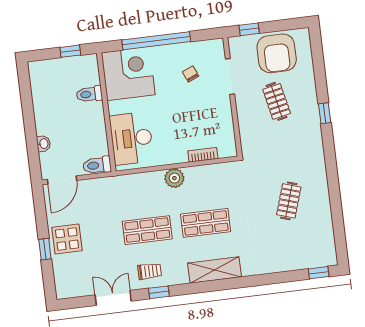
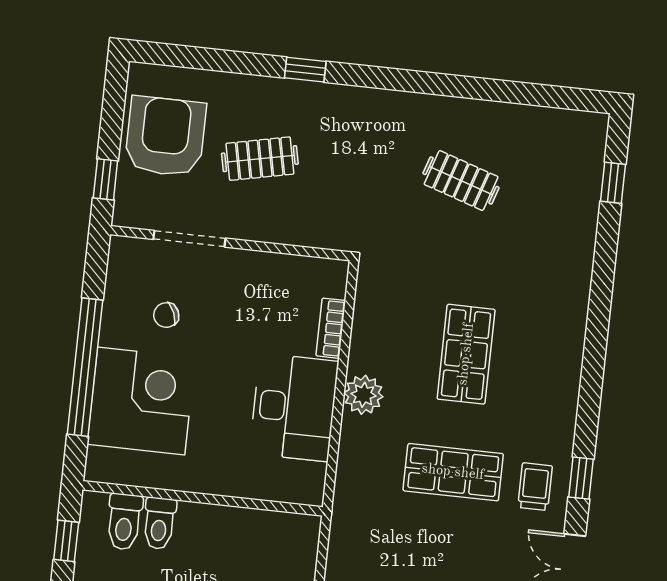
armchair: (277, 53) -> (165, 136), turned -90
corner desk: (128, 74) -> (141, 401), moved, turned 90
desk: (131, 138) -> (294, 407), moved, turned -90
toilet: (97, 165) -> (124, 522), moved
shop shelf: (147, 230) -> (453, 472), turned 90
shelving: (215, 270) -> (563, 358), removed
window: (319, 273) -> (613, 183), moved

